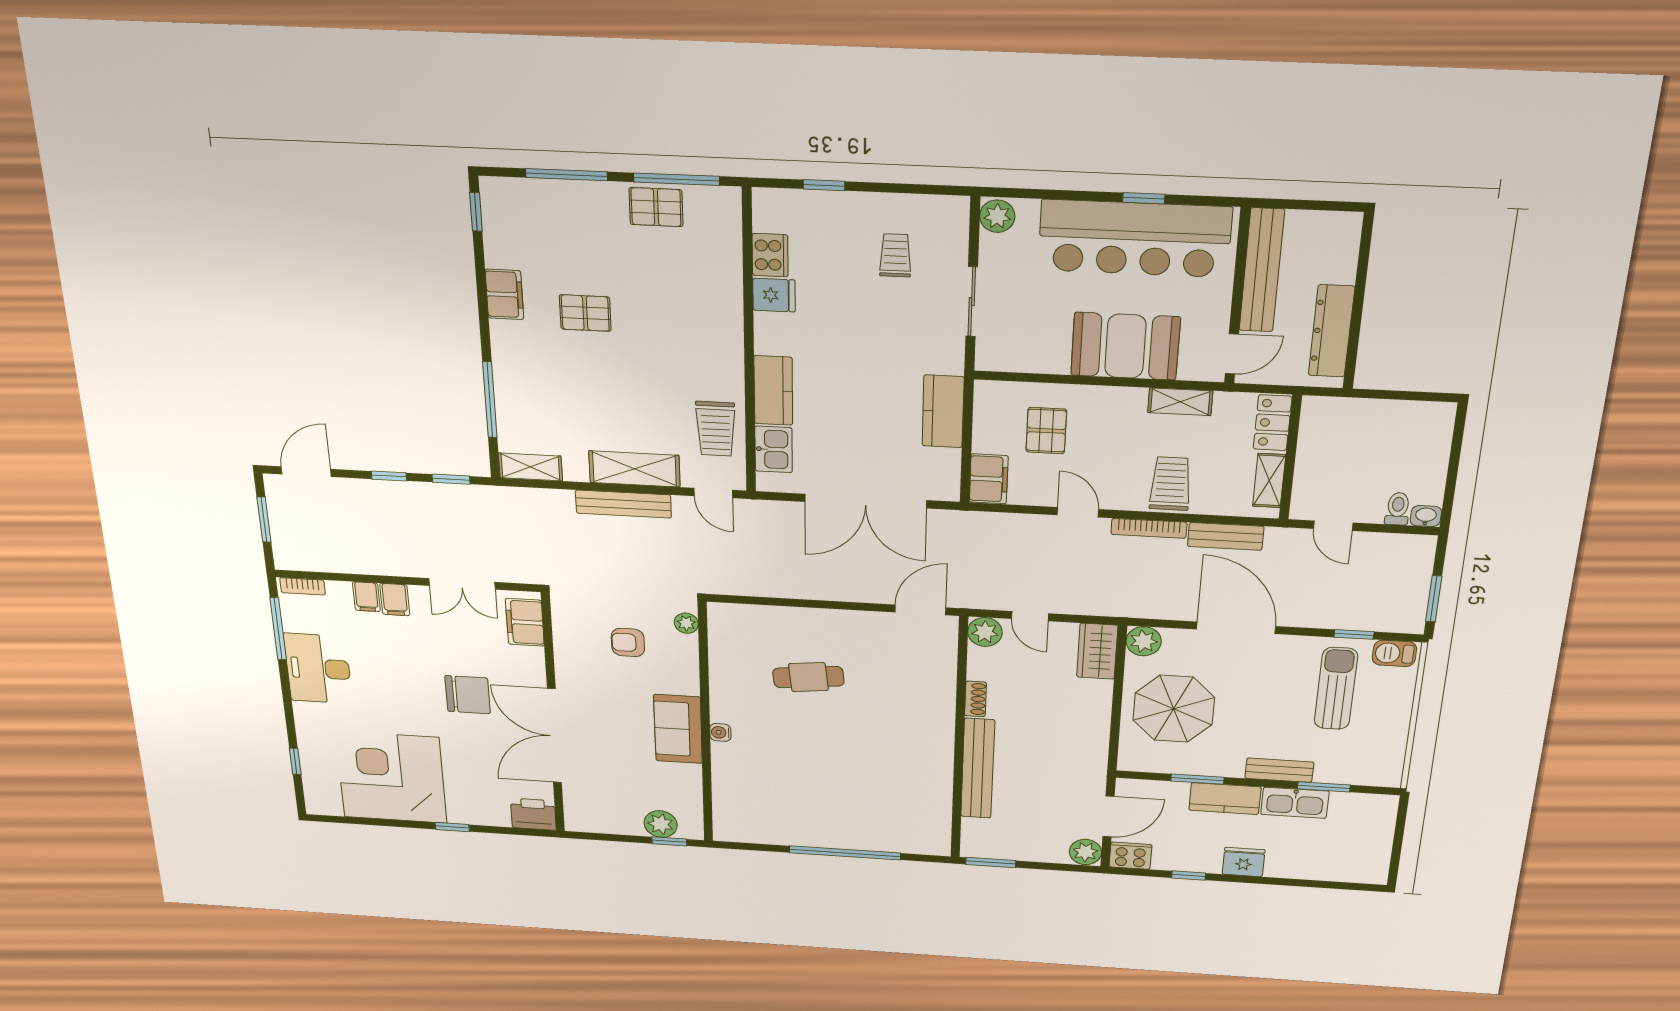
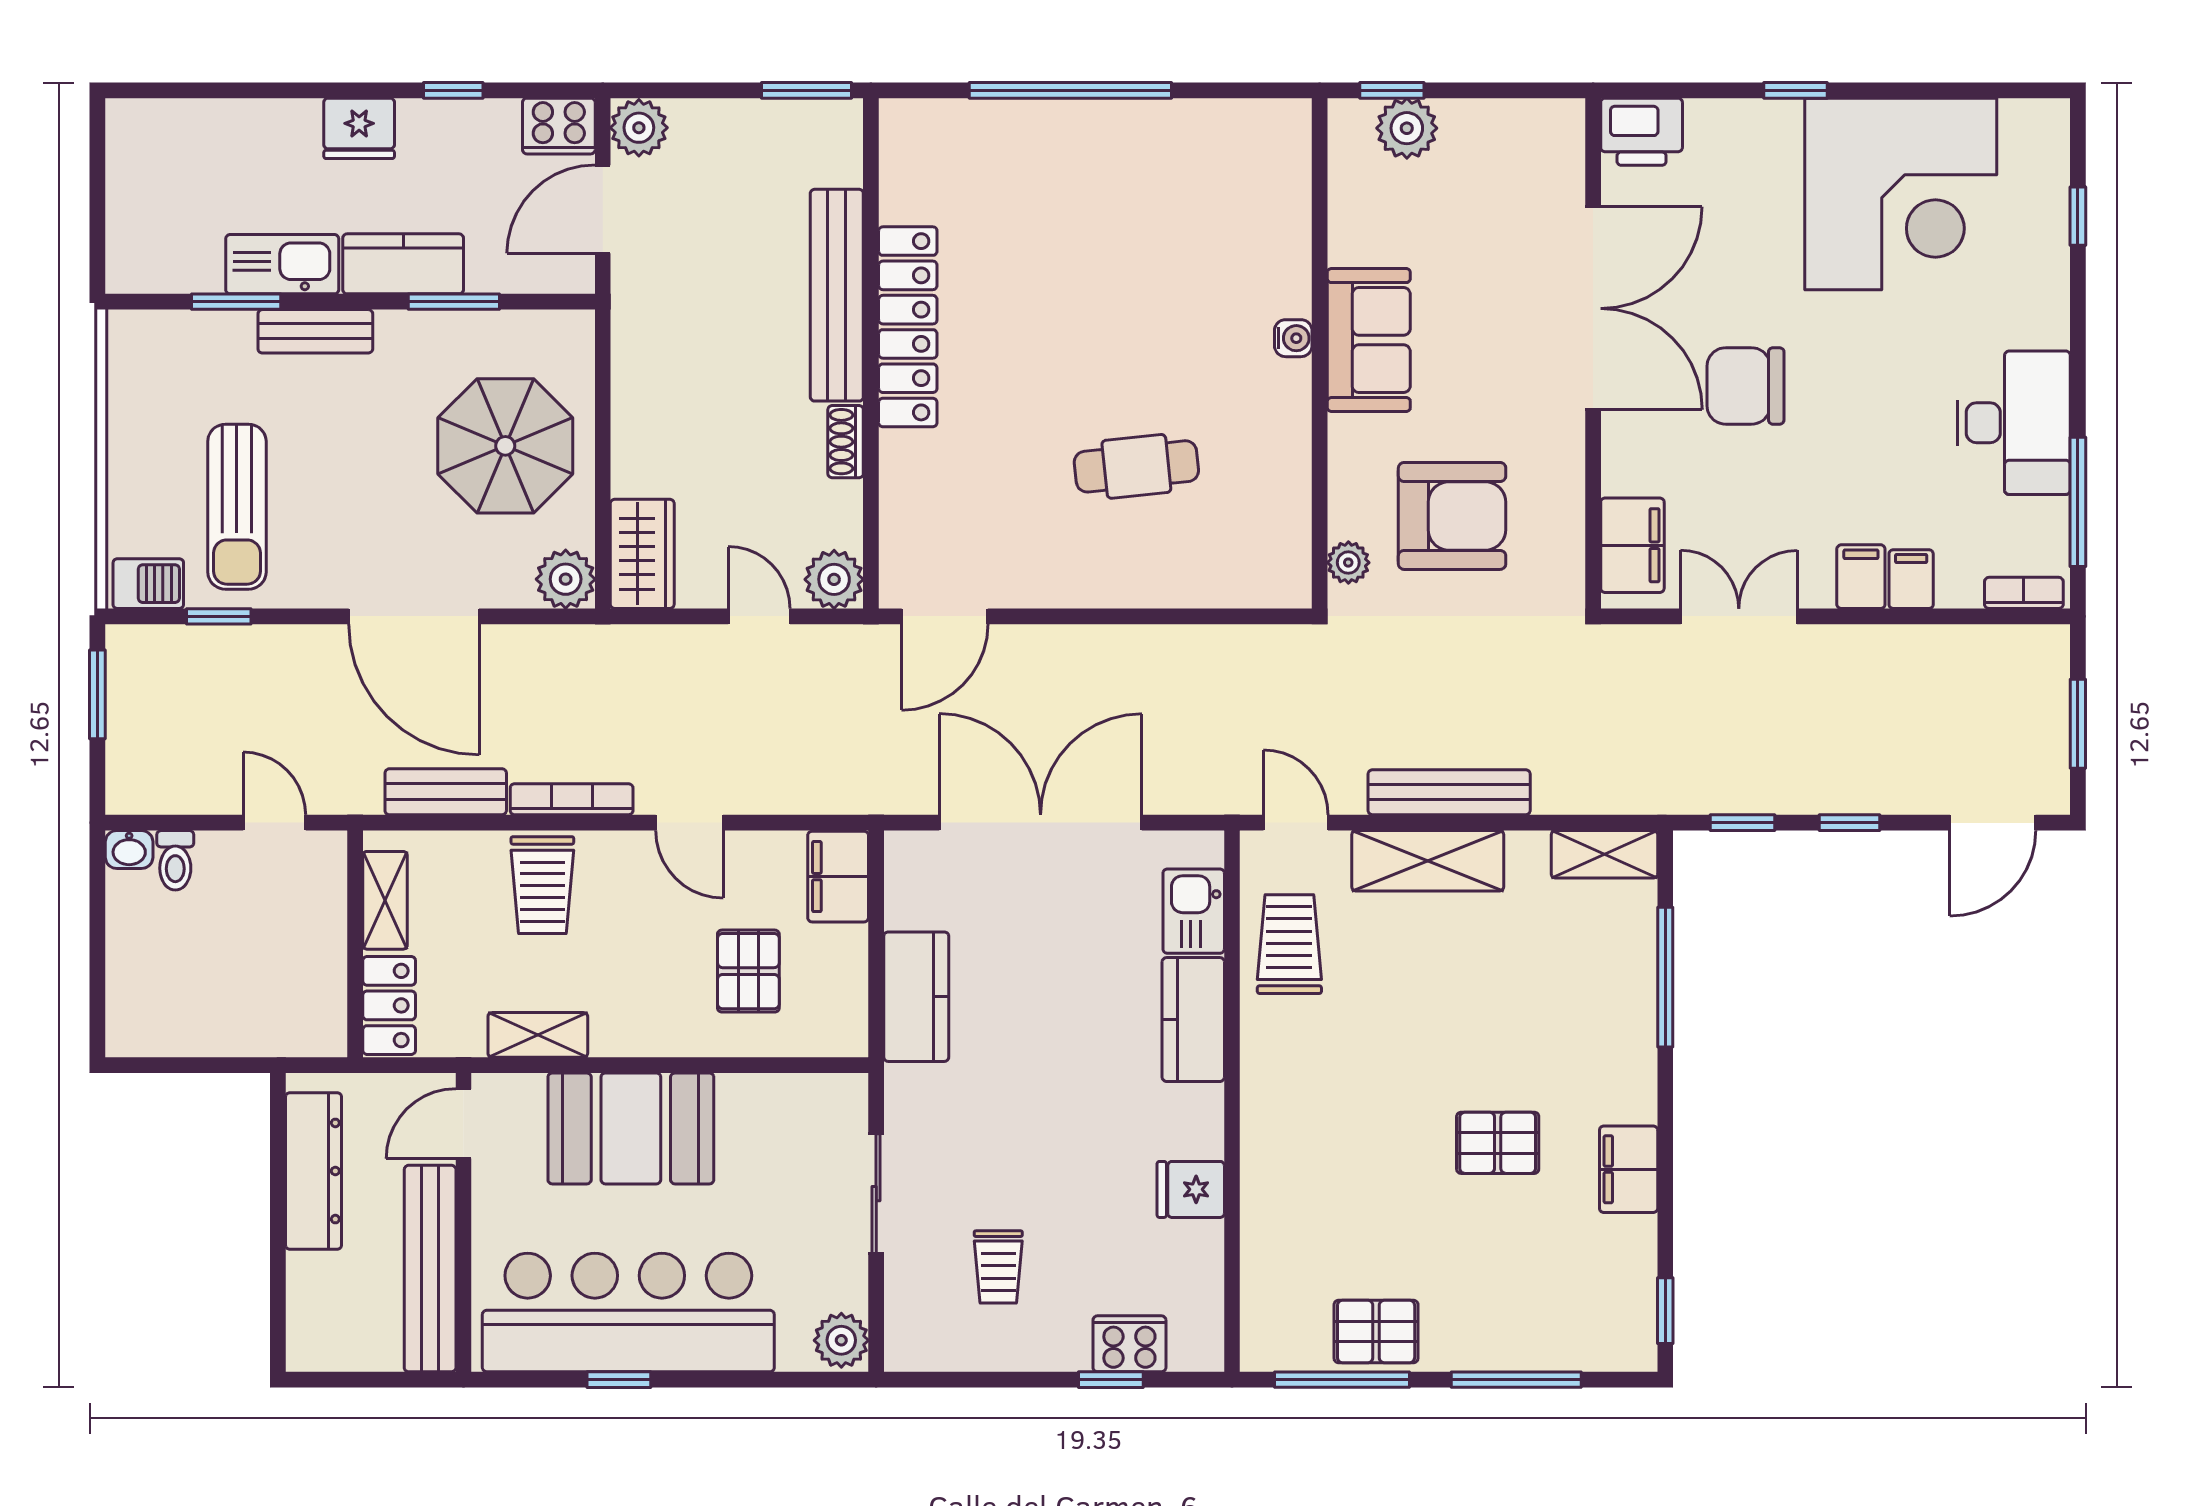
cooker: (770, 255) -> (1129, 1344), moved, turned 90
armchair: (628, 642) -> (1452, 516), width x1.88, depth x1.88
locker: (938, 751) -> (908, 327), added

